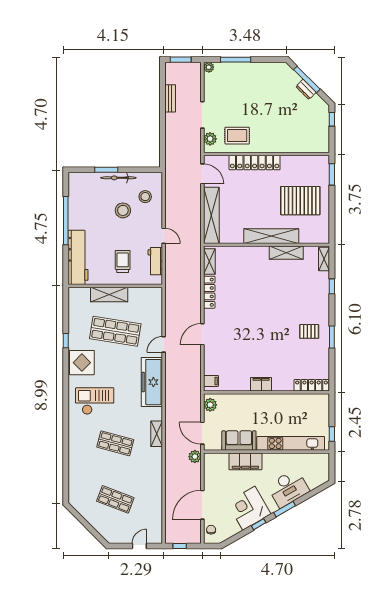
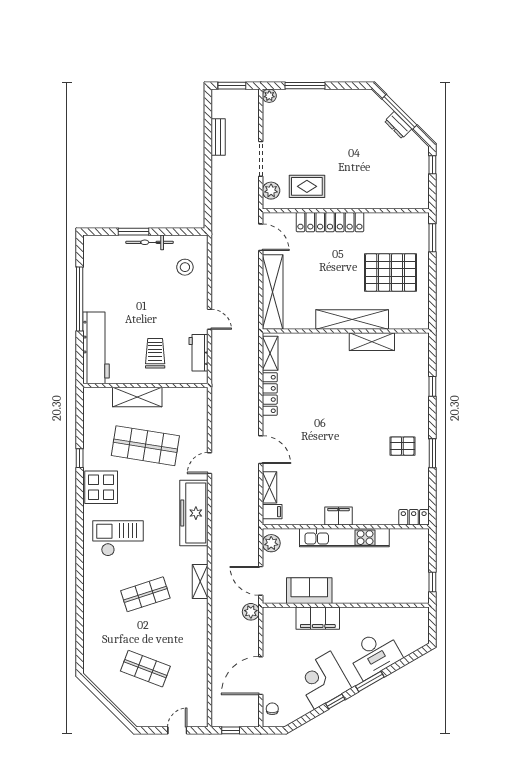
stool: (123, 210) -> (155, 286), removed
shelving: (324, 259) -> (270, 487), moved
door: (202, 334) -> (261, 450), swing flipped
locker: (312, 385) -> (414, 517), width x0.66
shop shelf: (115, 443) -> (145, 594), turned -33
kitchen unit: (291, 443) -> (344, 538), moved, turned 180

